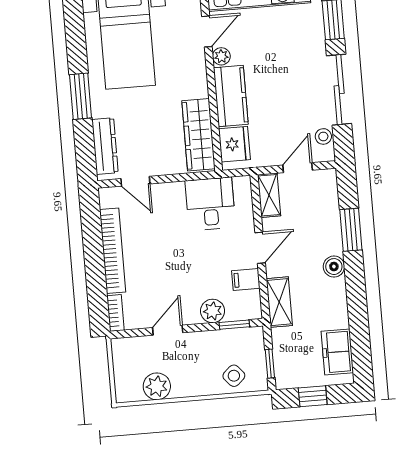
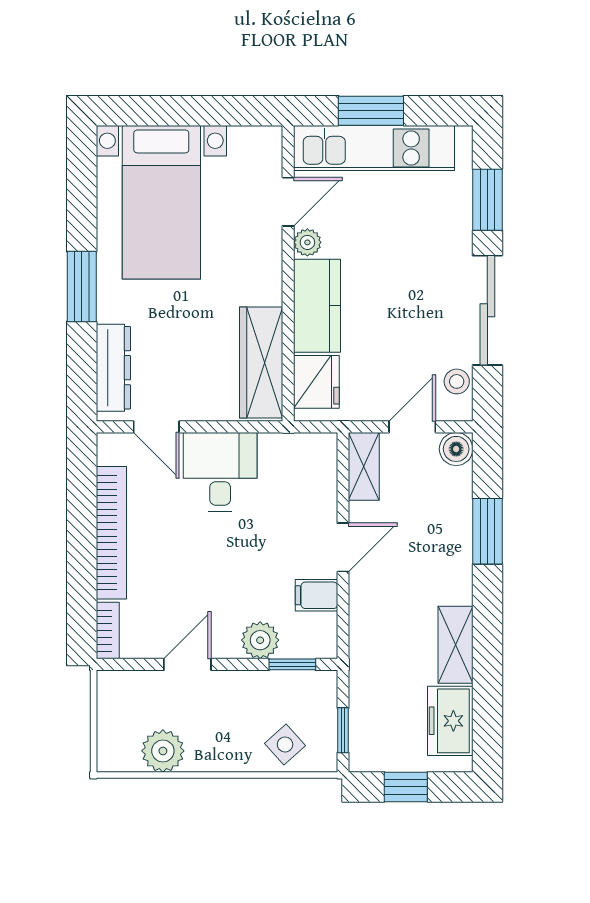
desk: (210, 204) -> (220, 472), moved
boiler: (334, 267) -> (456, 449), moved
shelving: (279, 302) -> (455, 645), moved

